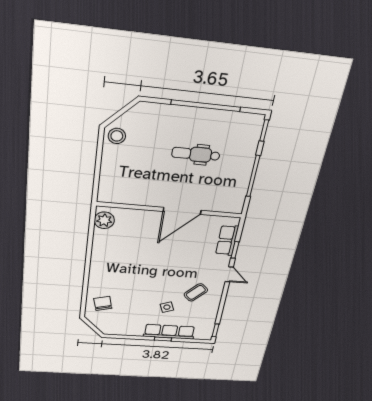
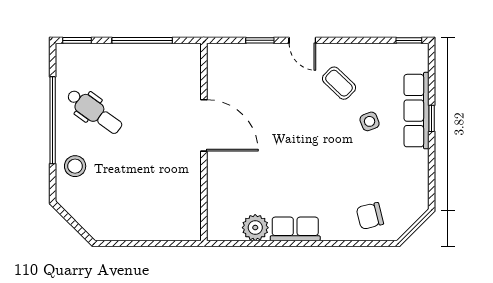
stool: (117, 136) -> (75, 166), moved
dental chair: (196, 154) -> (94, 111), moved, turned -54
plant: (104, 220) -> (255, 228), moved
row of seats: (227, 240) -> (295, 229), moved, turned 180
door: (229, 274) -> (302, 40), swing flipped

